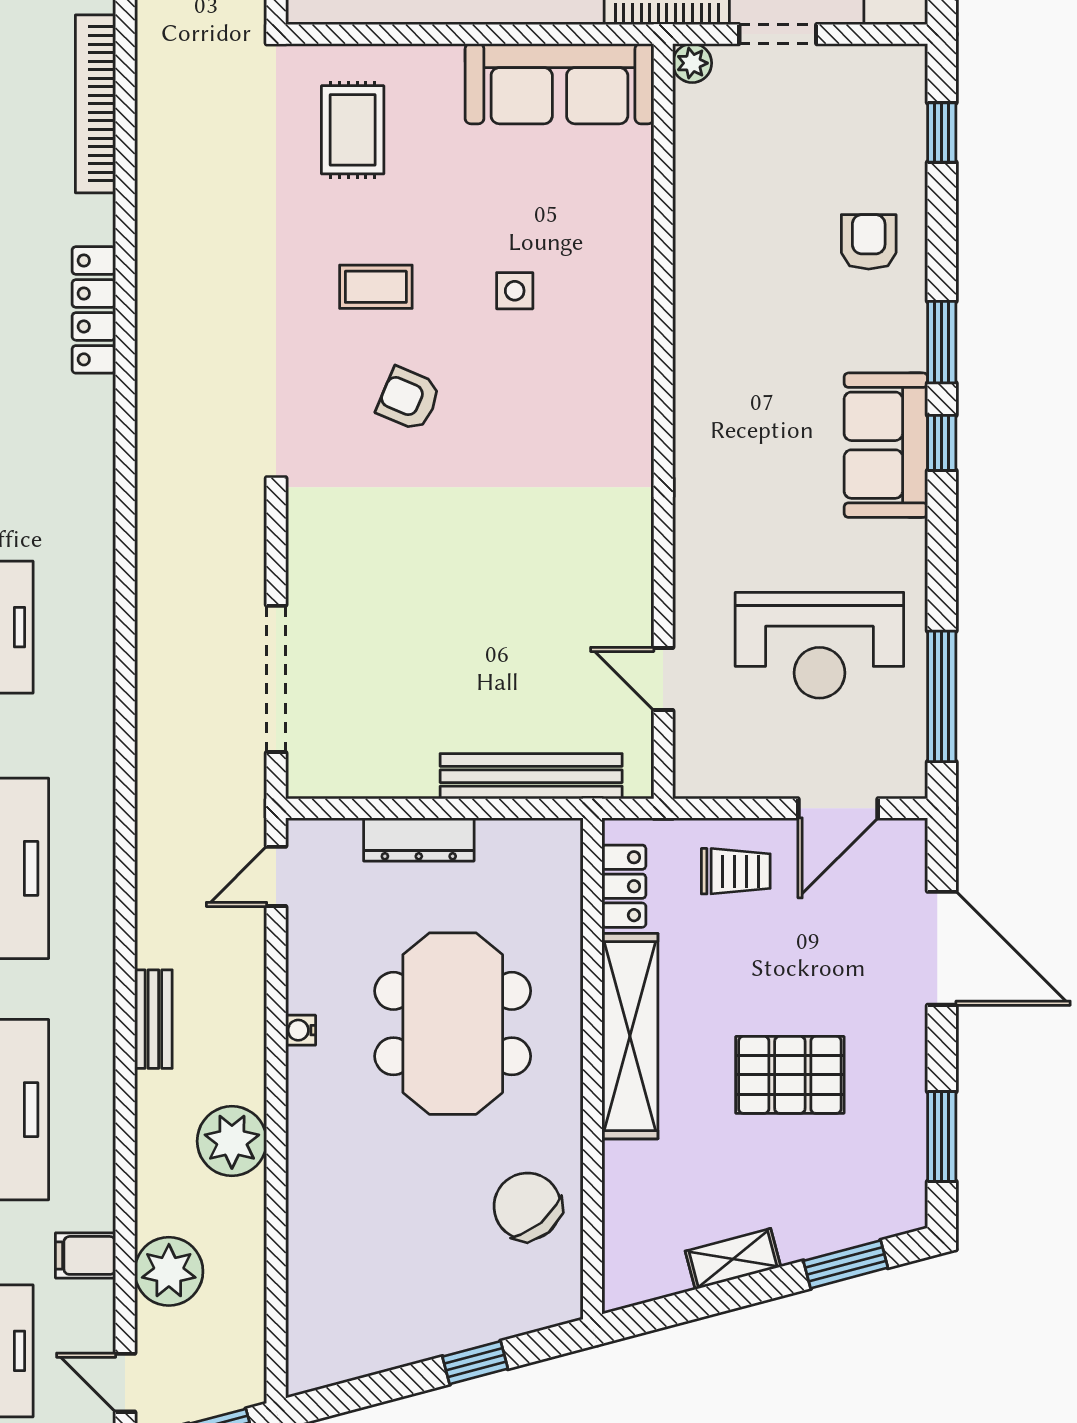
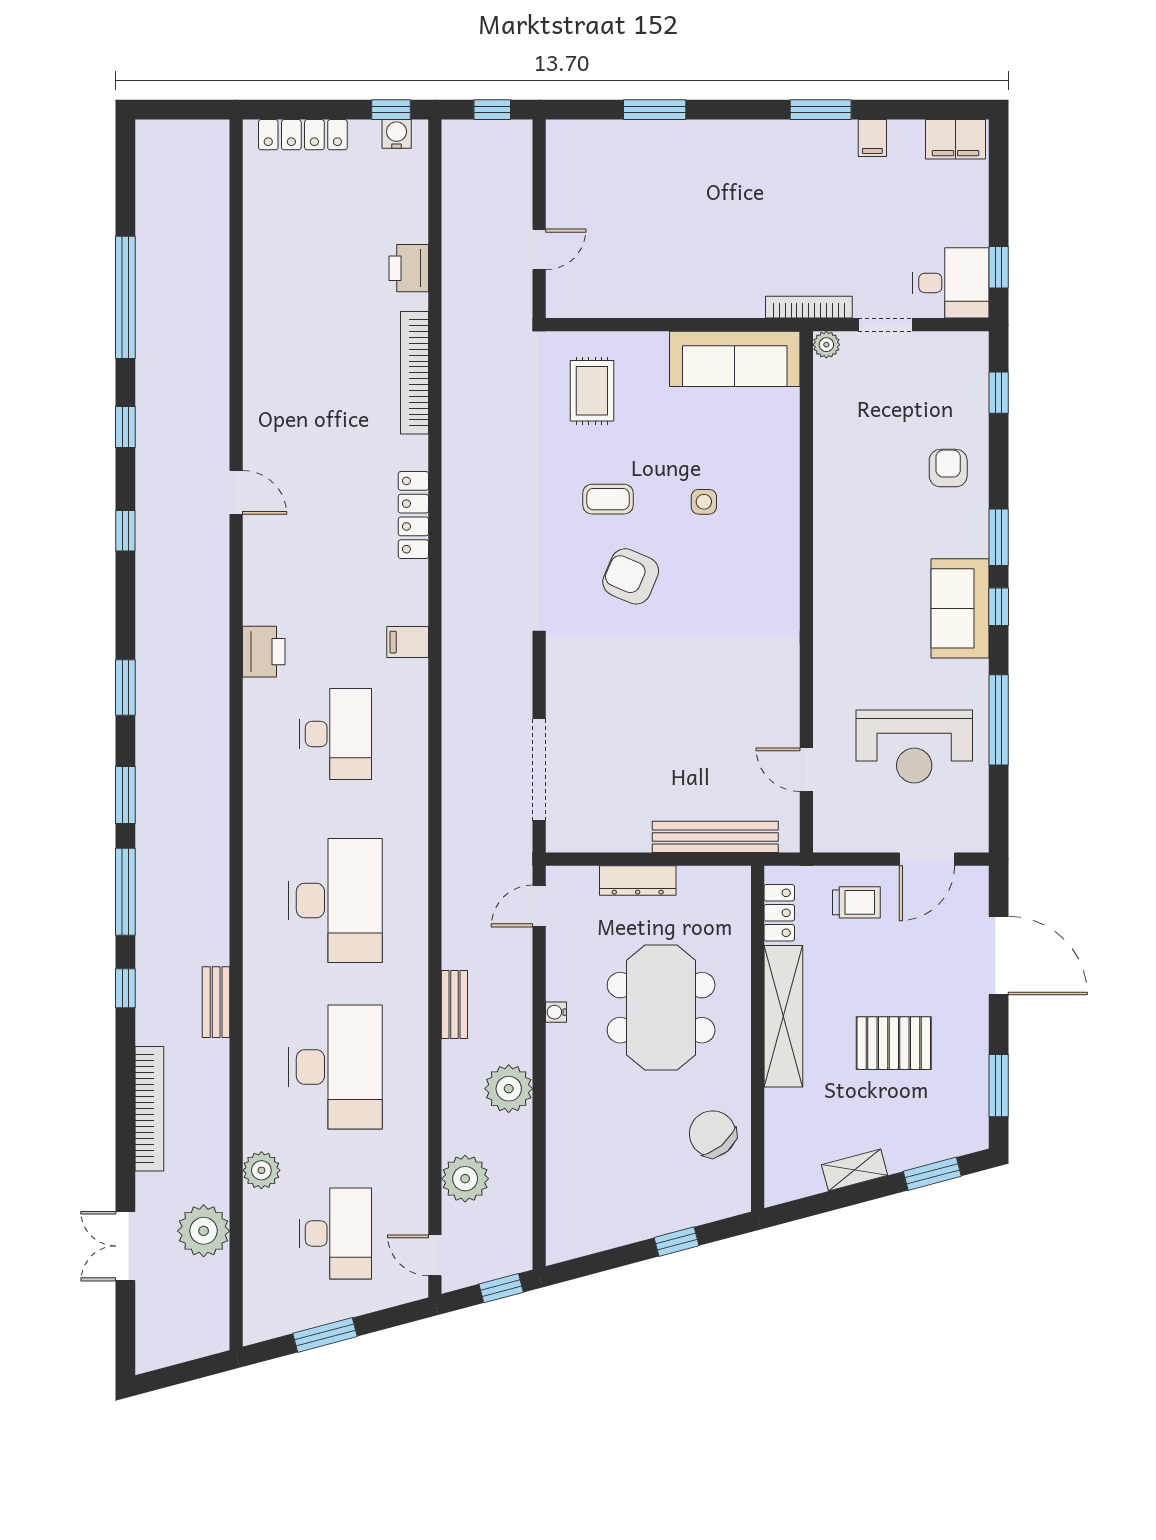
armchair: (409, 399) -> (631, 576), width x1.38, depth x1.38
window: (942, 696) -> (999, 720), moved
filing cabinet: (86, 1255) -> (408, 642), moved

